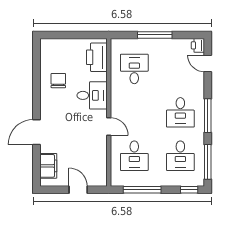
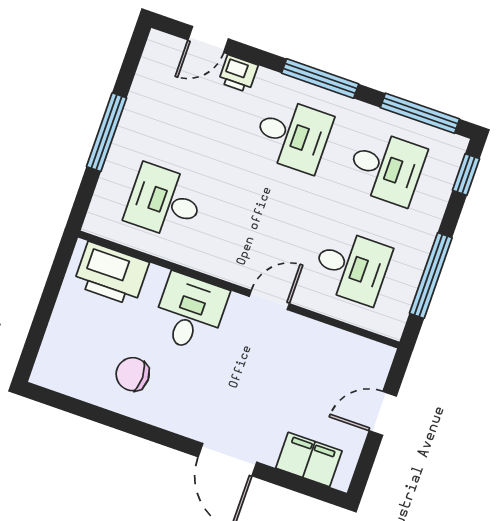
printer: (198, 45) -> (238, 74), moved

